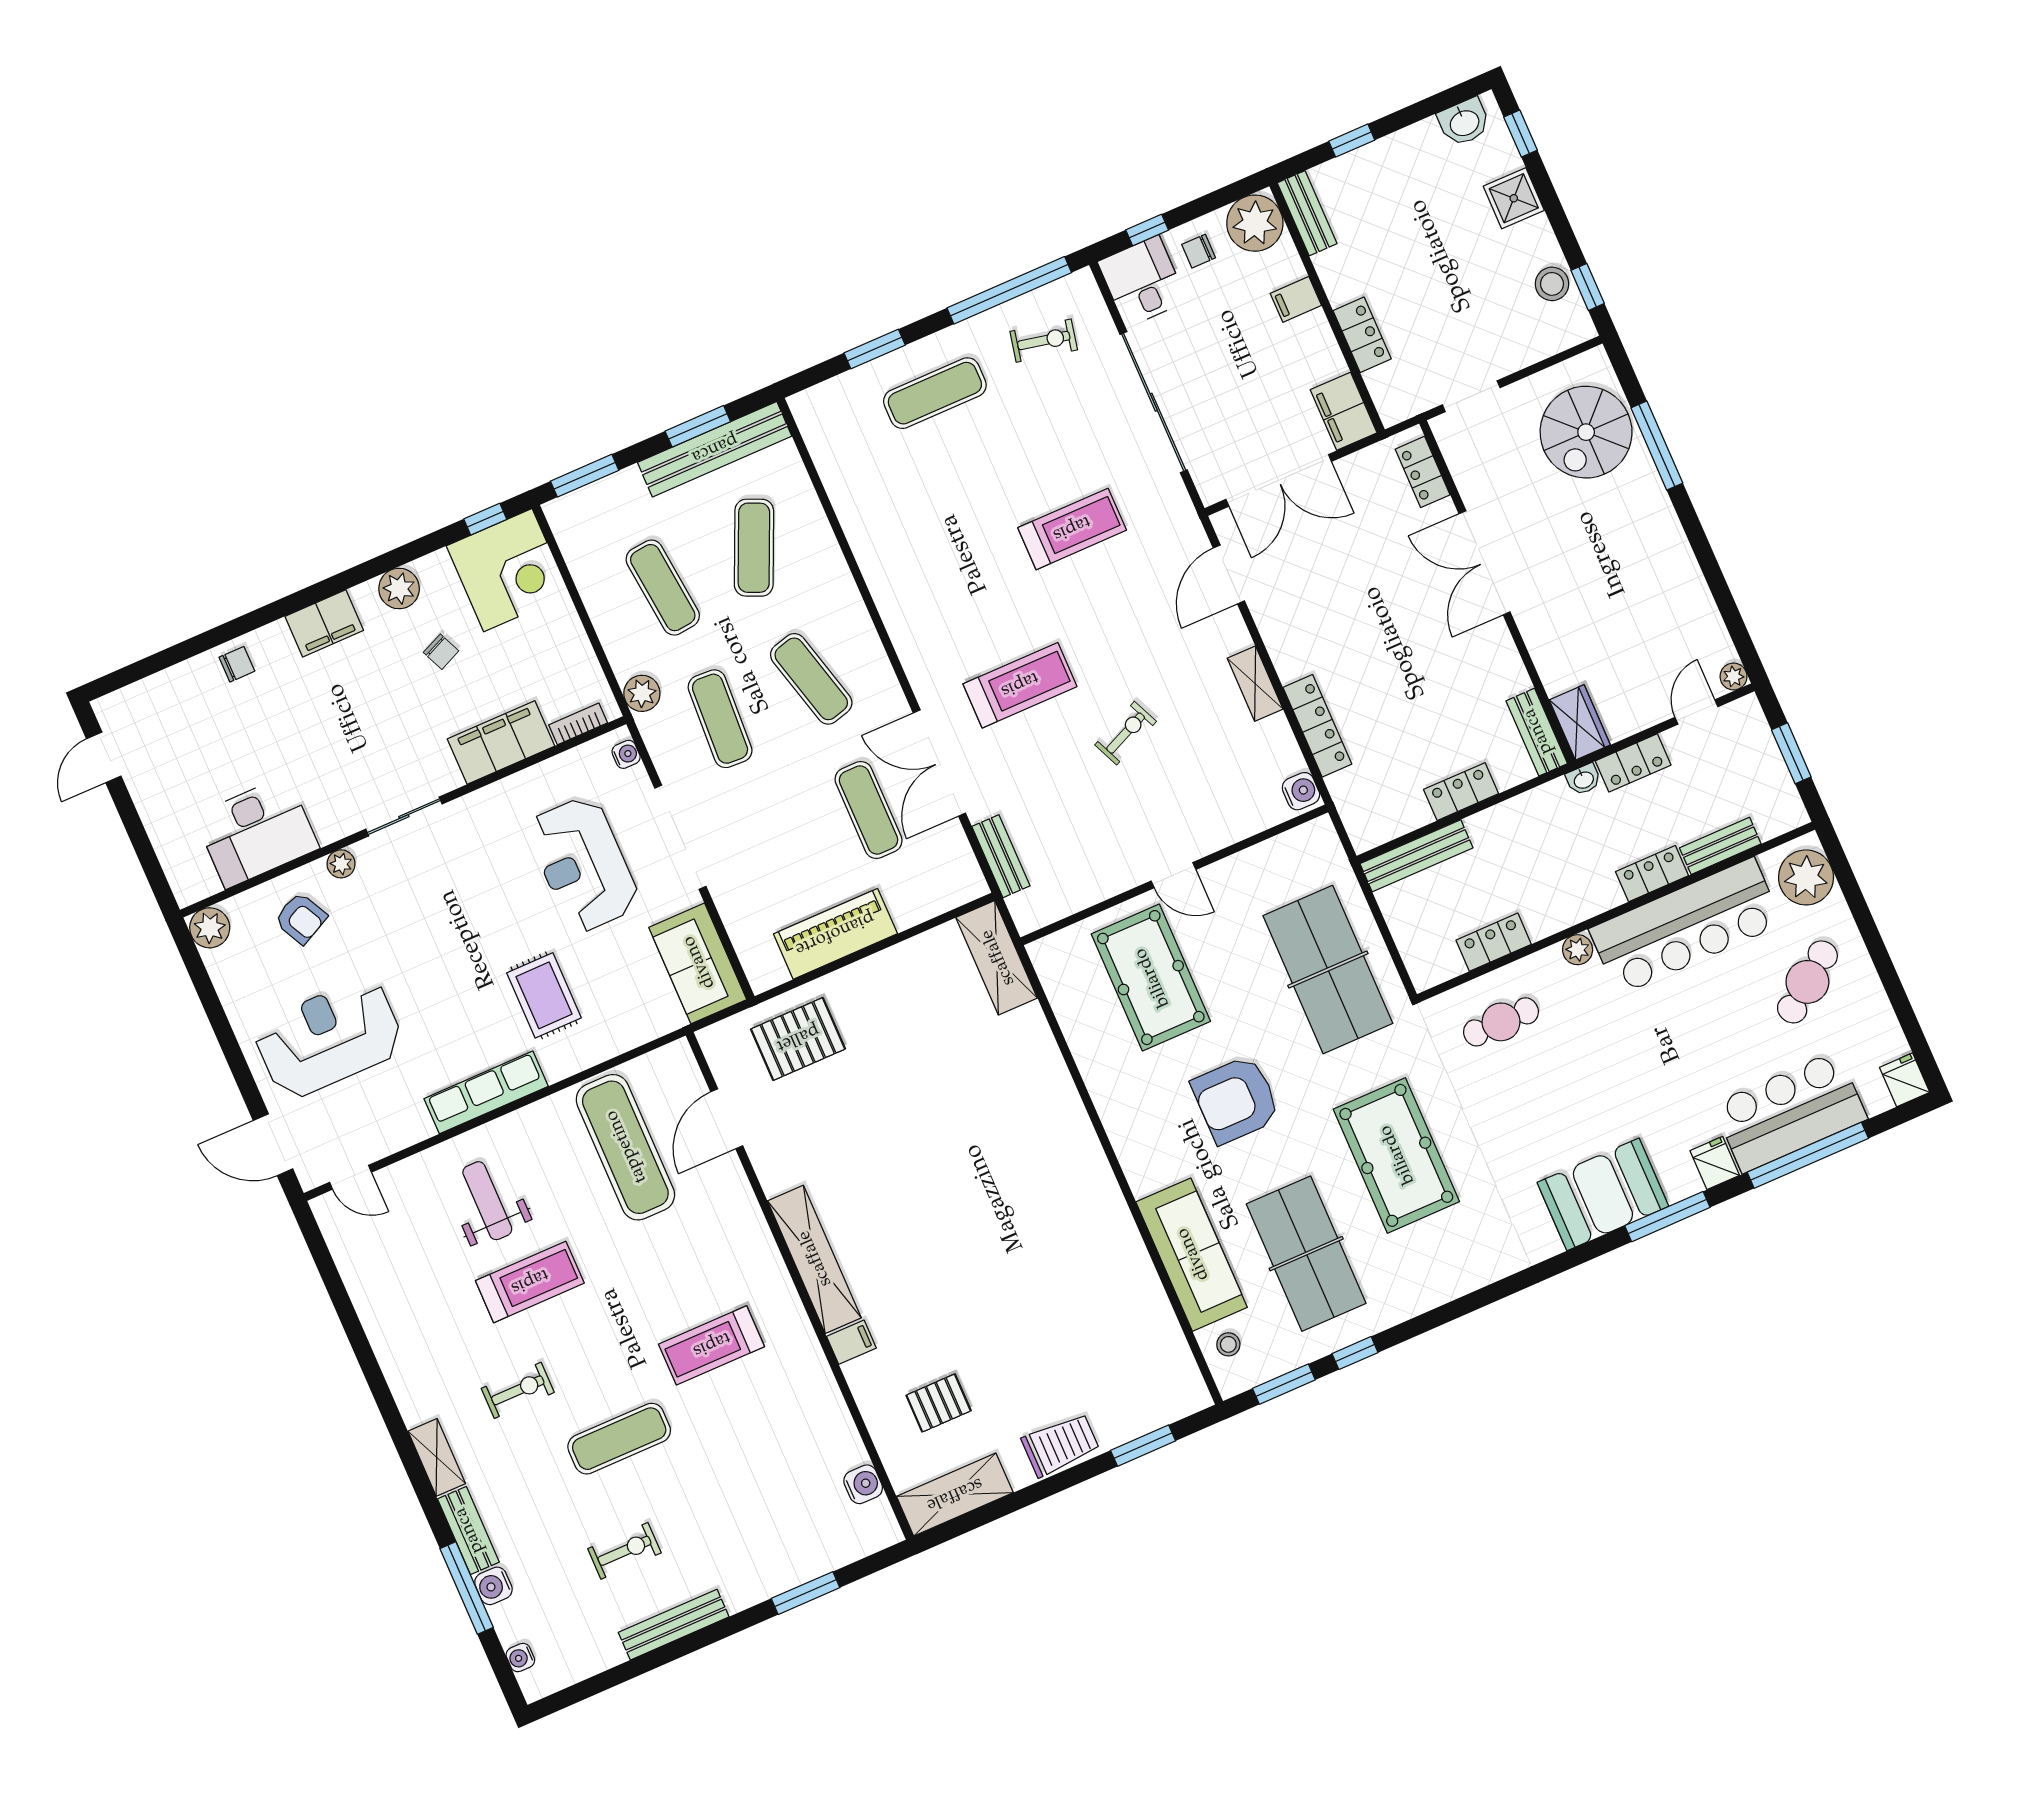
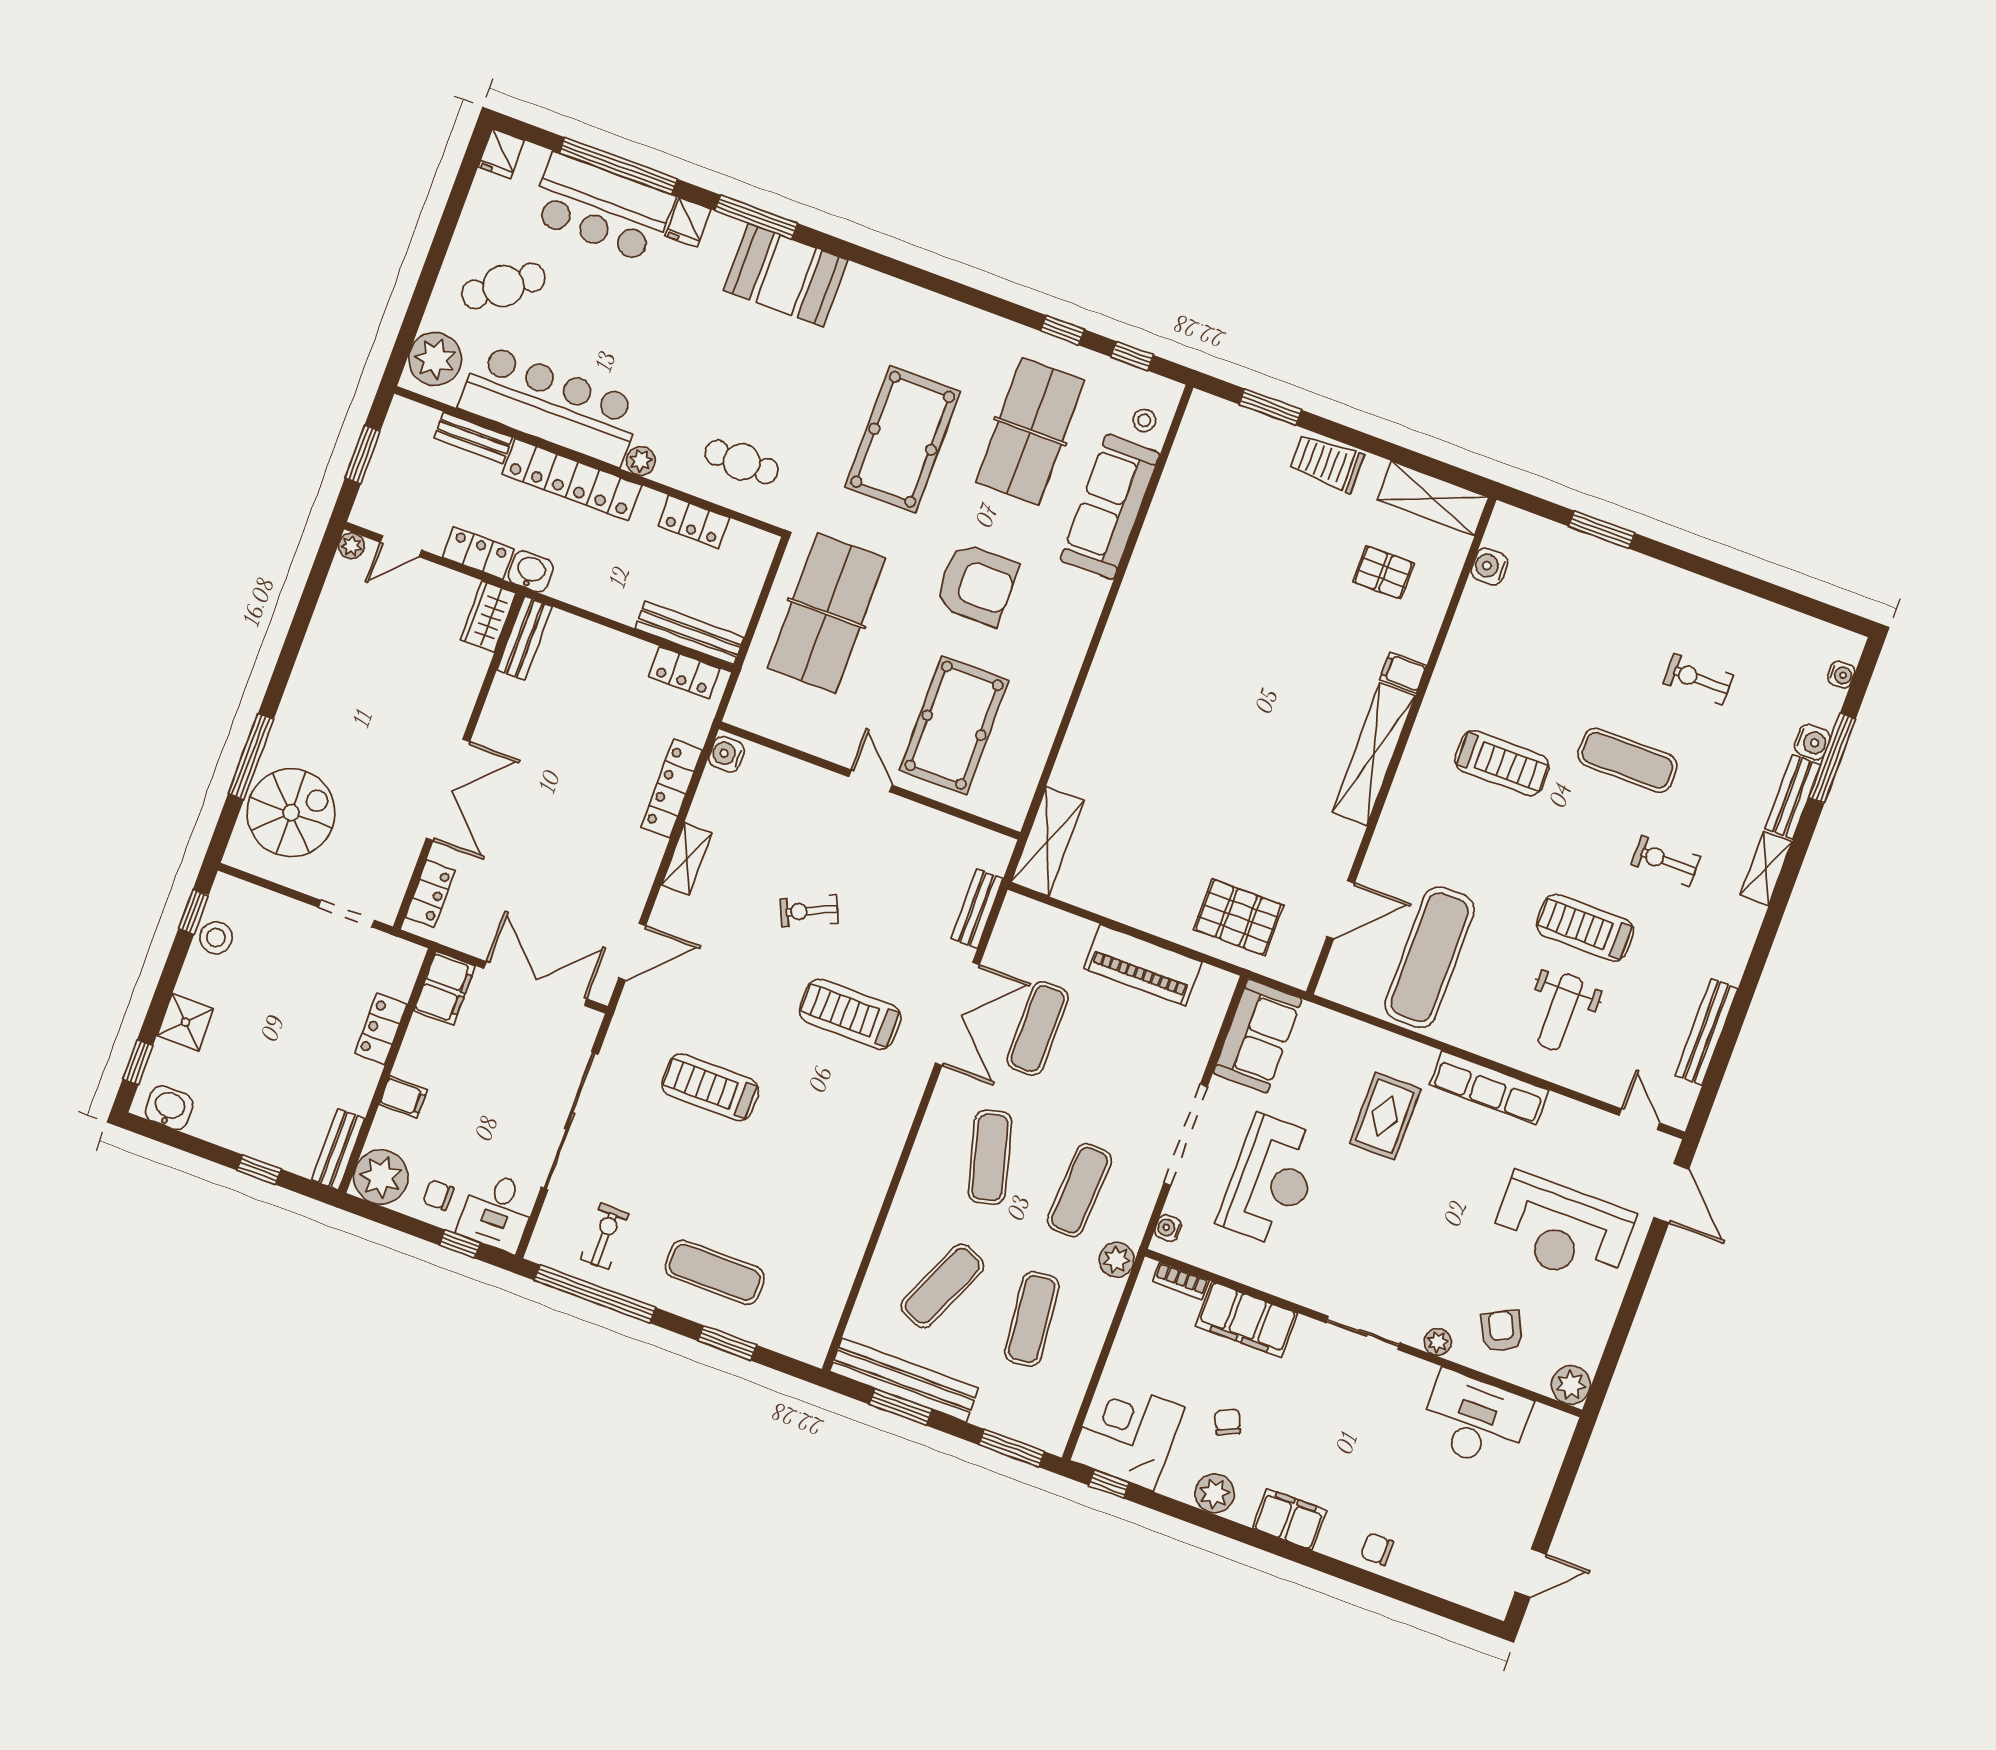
chair: (1199, 251) -> (438, 1195), turned 180
exercise bike: (1044, 341) -> (605, 1236), turned 78
washbasin: (1584, 779) -> (531, 571), width x1.38, depth x1.45
locker: (1461, 792) -> (684, 673), moved
locker: (1652, 874) -> (572, 480), width x2.16, depth x1.21
window: (1284, 1384) -> (1132, 356), width x0.67
bench: (674, 1625) -> (1707, 1032), moved, turned 90

